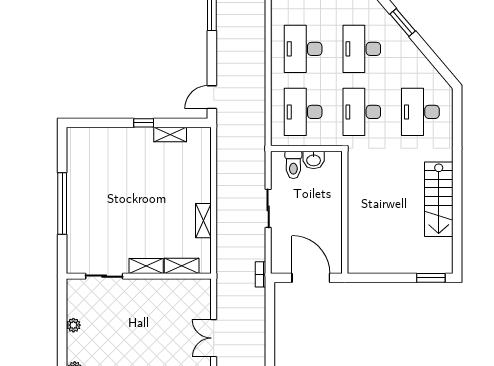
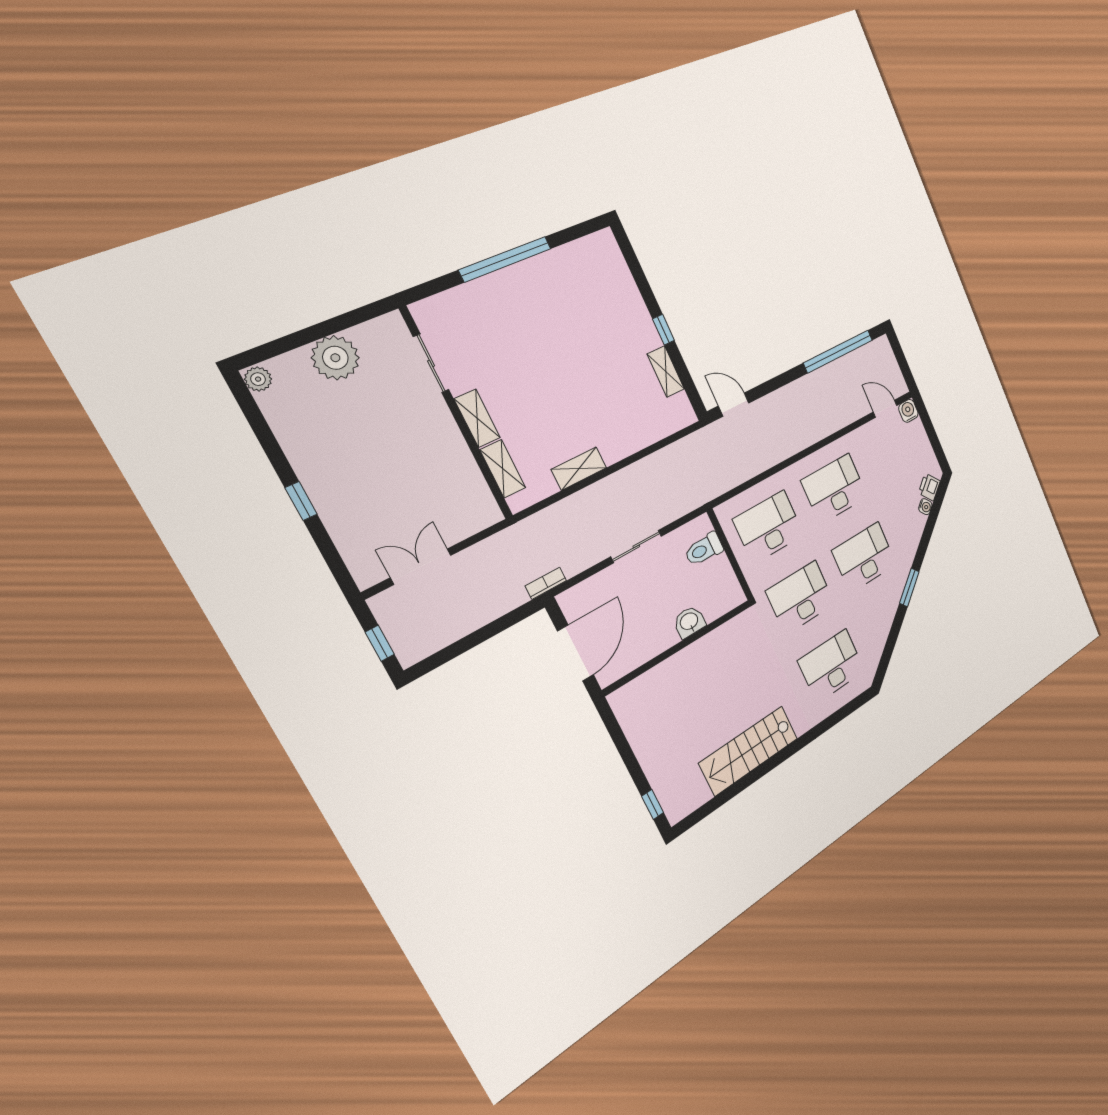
washbasin: (314, 160) -> (689, 622), moved, turned 90
window: (431, 278) -> (653, 805), width x0.67
plant: (73, 325) -> (335, 358), width x1.88, depth x1.88

